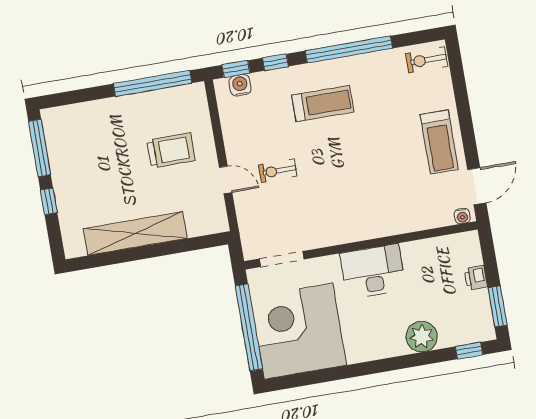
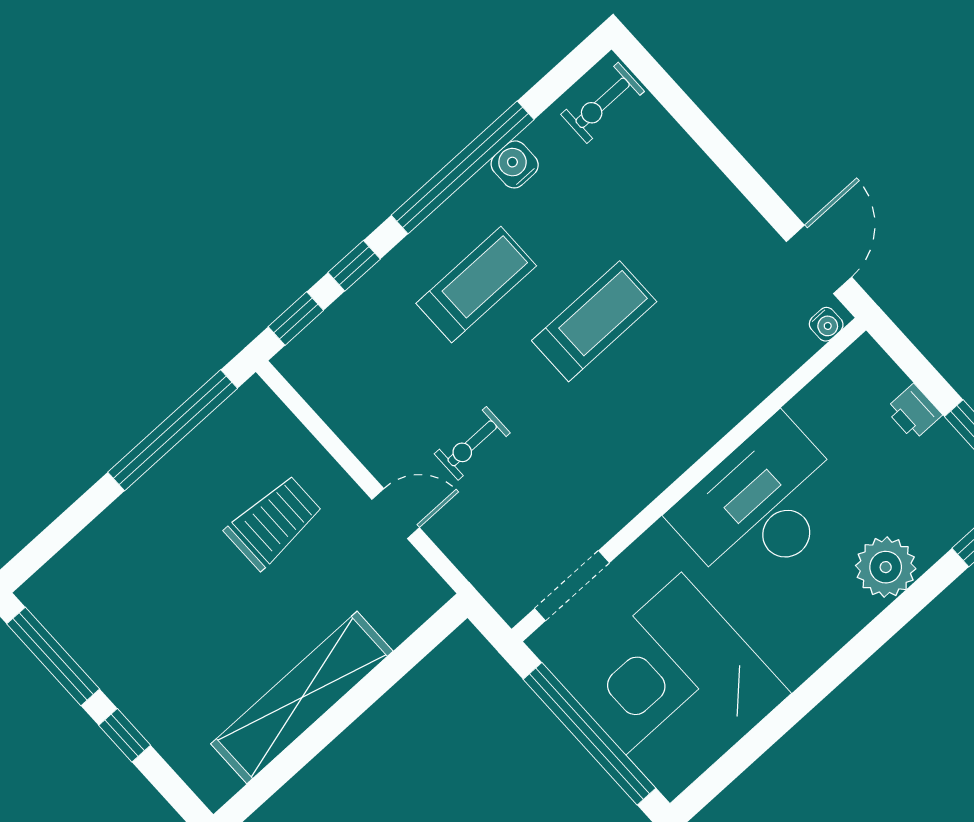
water cooler: (240, 85) -> (515, 164), moved
treadmill: (439, 142) -> (594, 321), moved, turned -90
desk: (373, 271) -> (761, 506), width x1.36, depth x1.30

